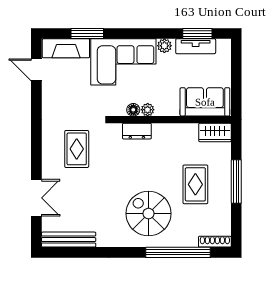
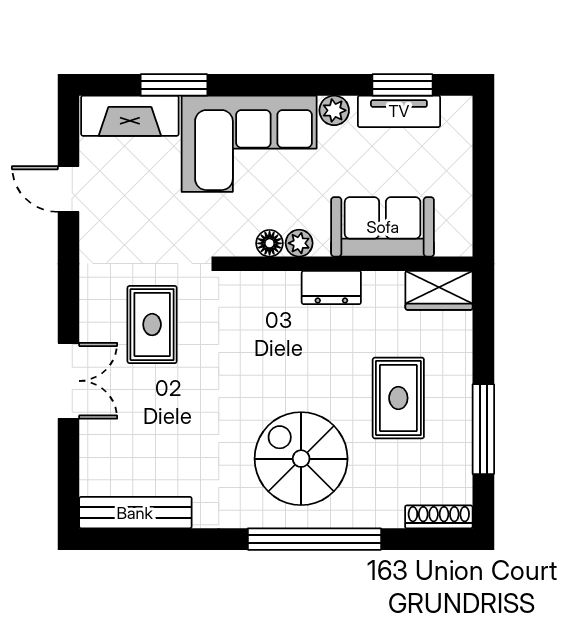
door: (36, 70) -> (68, 189), moved
sofa: (205, 102) -> (383, 227), moved
dresser: (137, 131) -> (331, 288), moved
window: (236, 181) -> (483, 429), moved
double door: (36, 198) -> (68, 381), moved
window: (178, 252) -> (314, 539), moved

